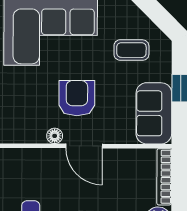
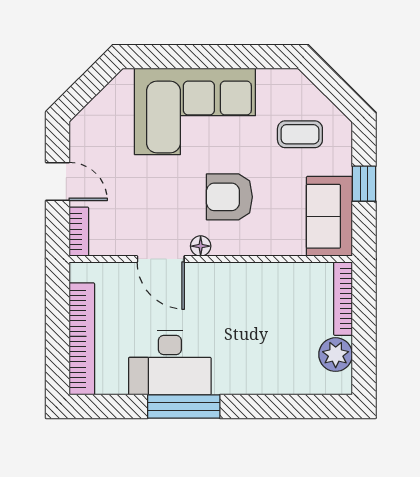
armchair: (77, 98) -> (229, 197), turned -90
door: (84, 146) -> (161, 259), moved

